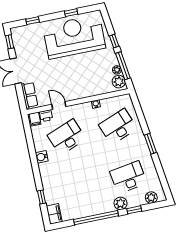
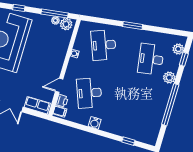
window: (114, 41) -> (19, 8), moved
window: (134, 210) -> (184, 59), moved
filing cabinet: (54, 214) -> (148, 138), removed

